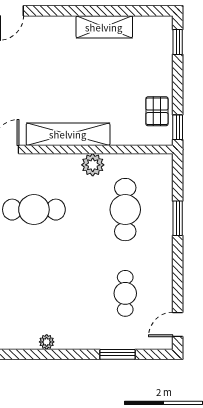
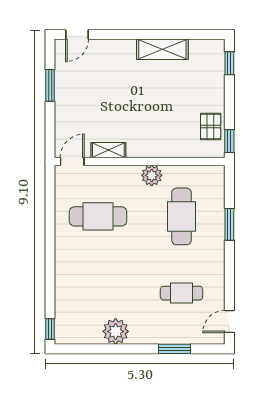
shelving: (68, 134) -> (108, 150), width x0.45, depth x0.75
cafe table: (125, 293) -> (182, 293), turned 90
plant: (47, 342) -> (116, 331), width x1.88, depth x1.88

